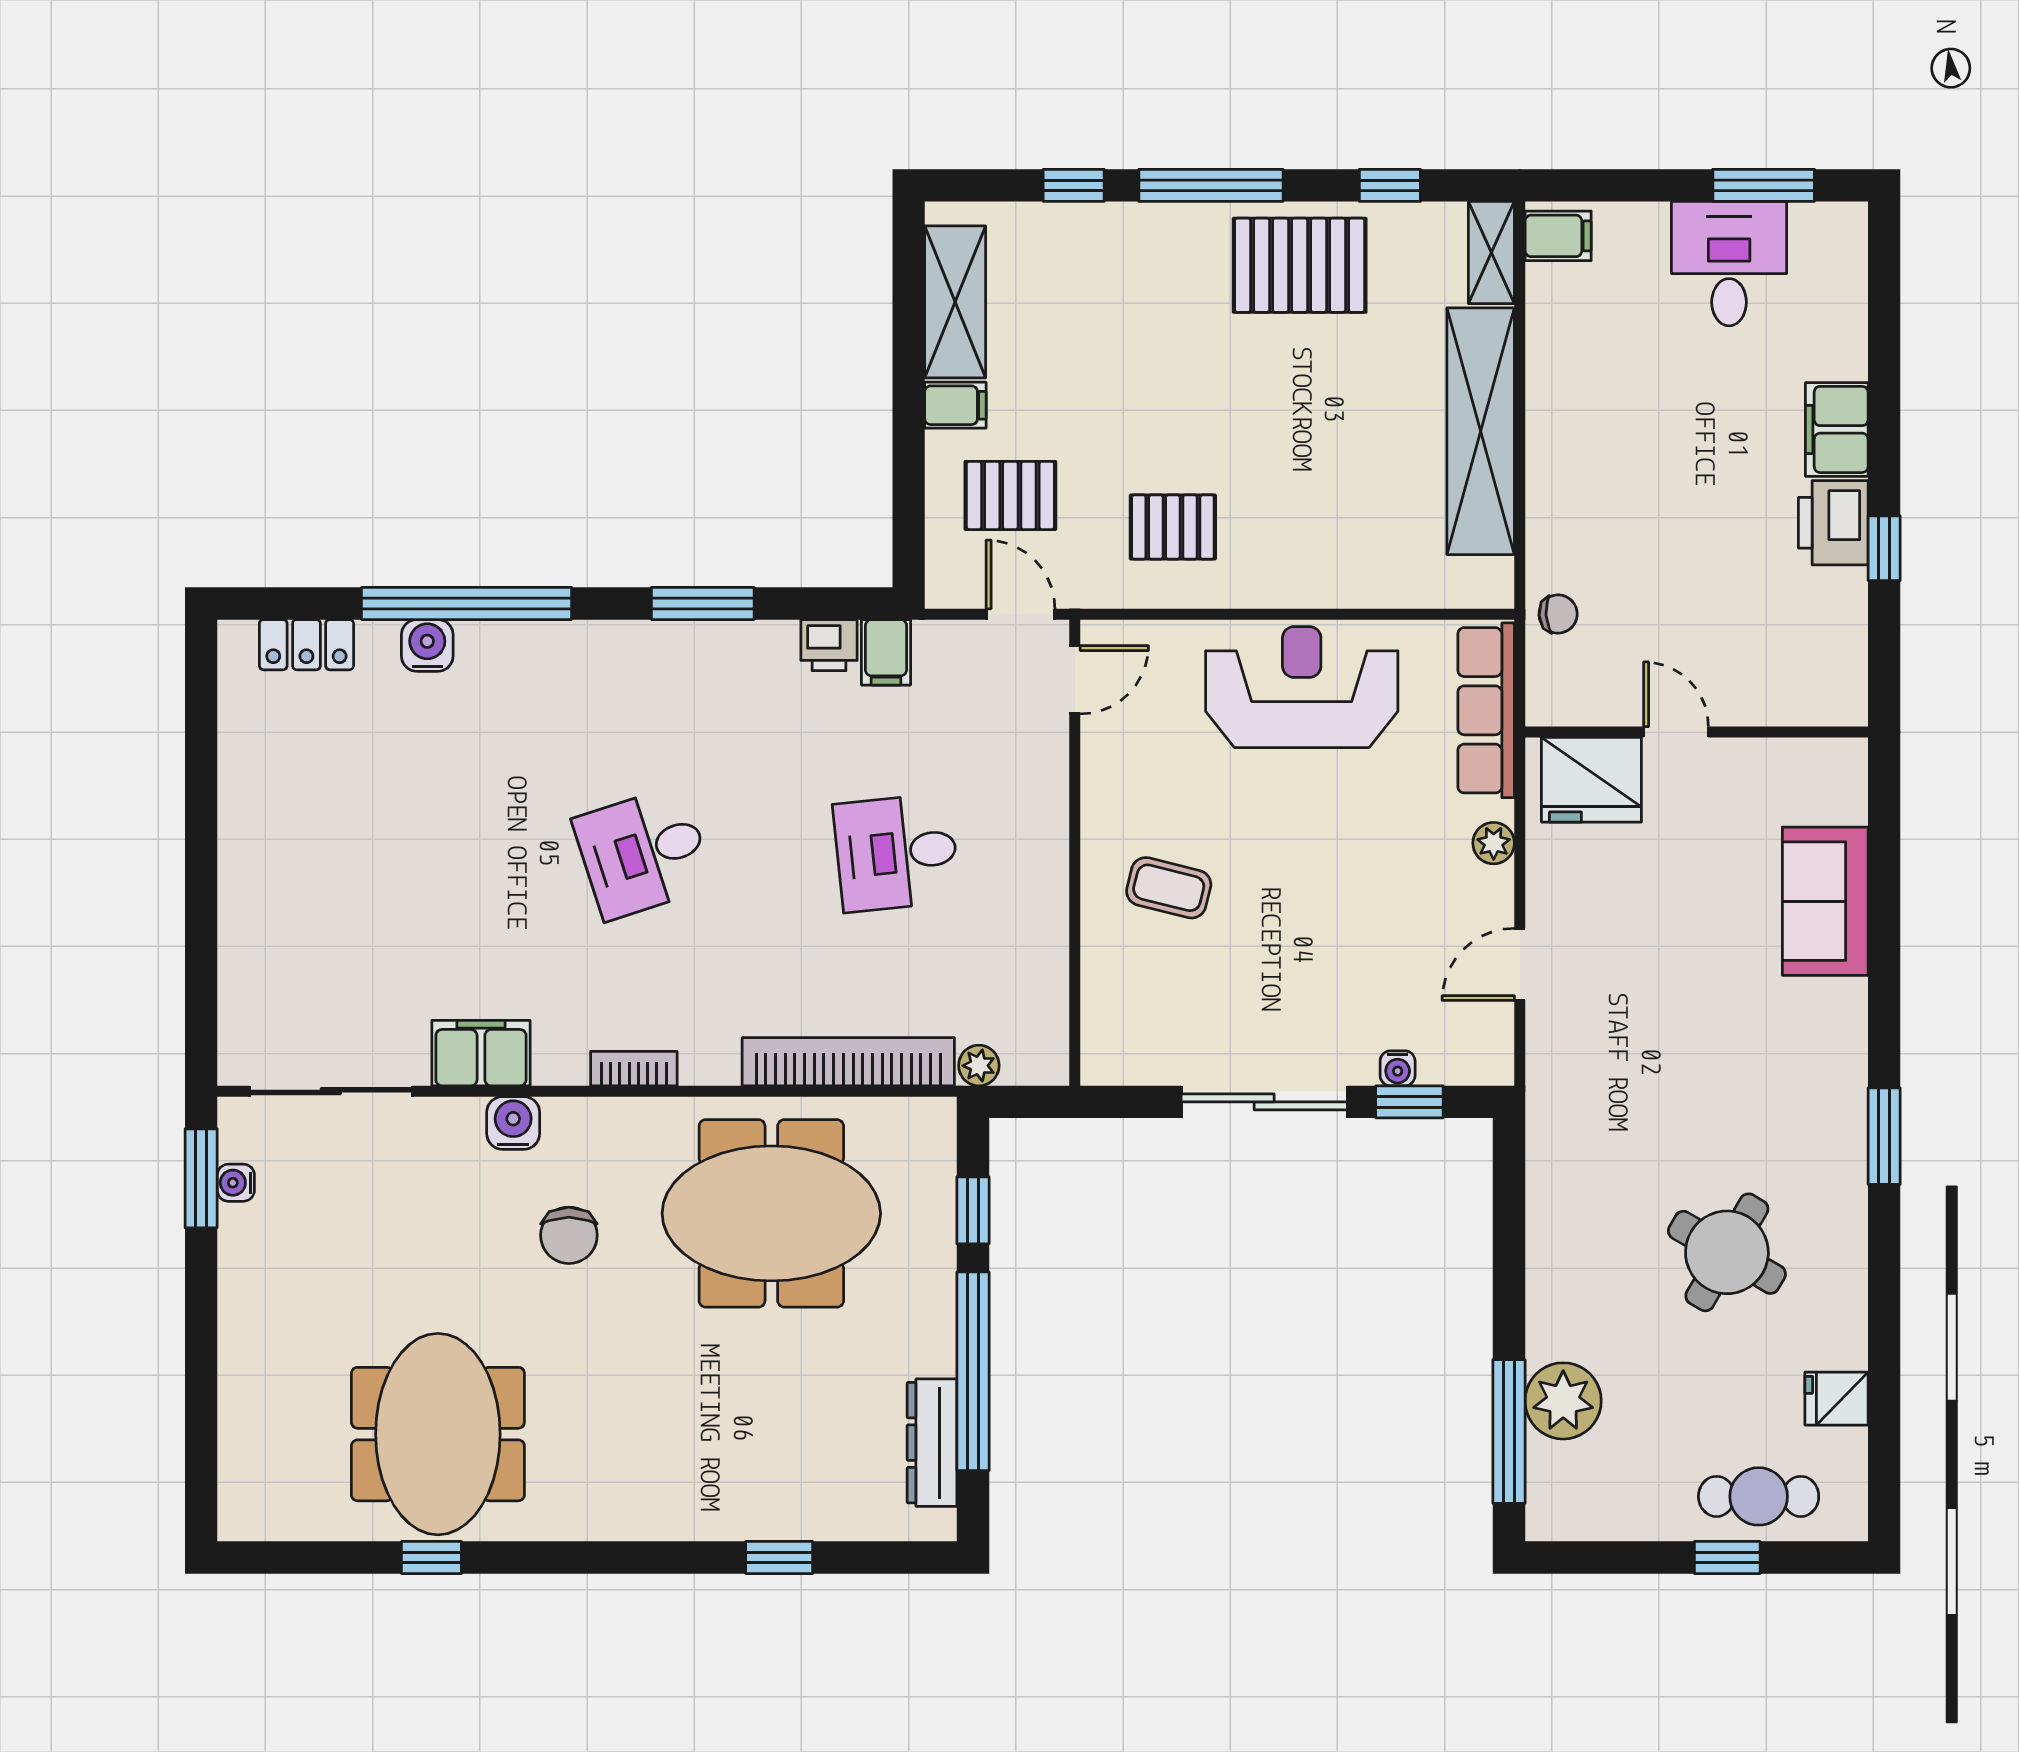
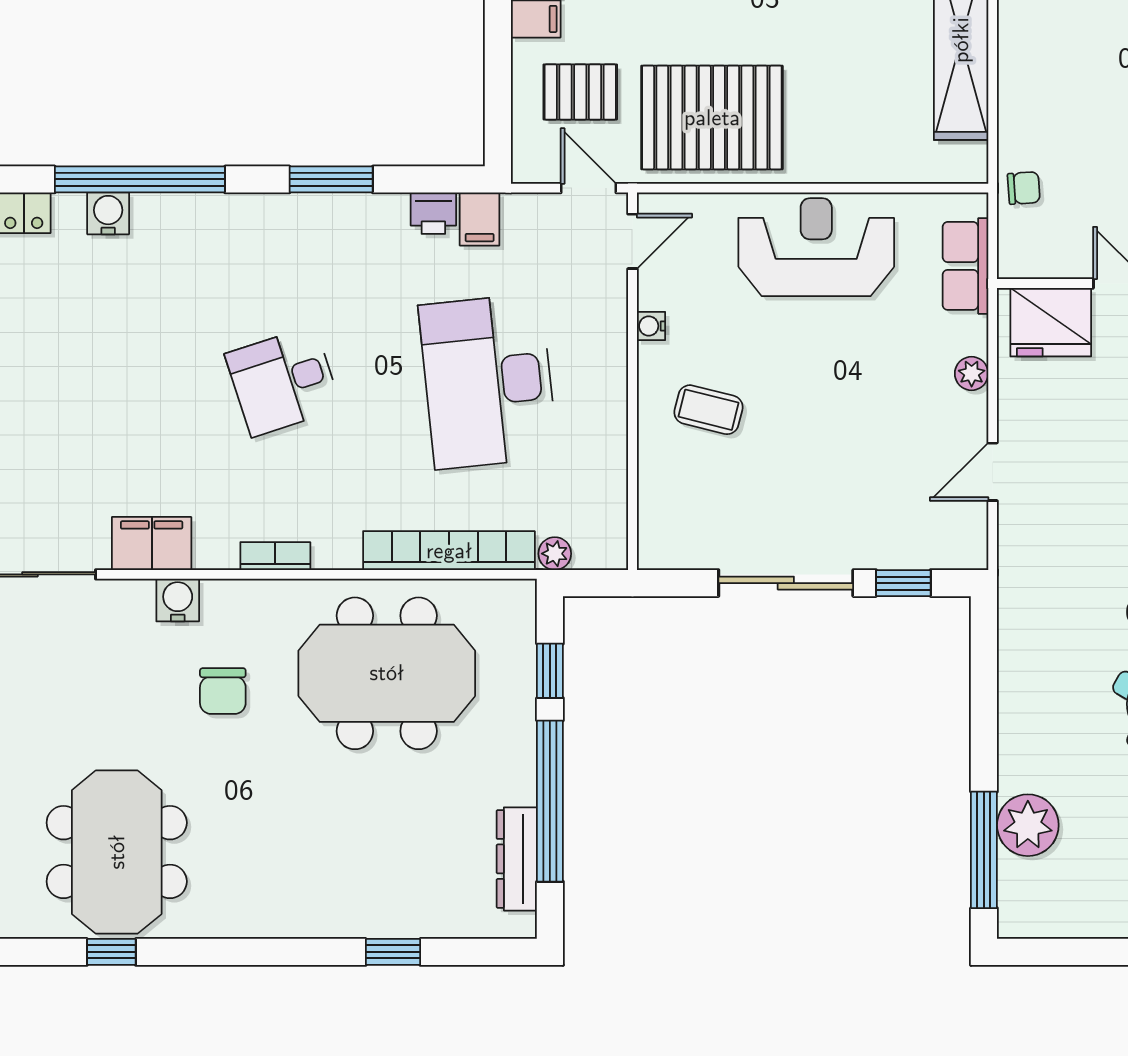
pallet: (1173, 527) -> (712, 118), width x2.05, depth x2.00
row of seats: (1486, 710) -> (965, 266), width x0.68
desk: (896, 853) -> (488, 381), width x1.87, depth x1.30
water cooler: (1398, 1068) -> (651, 326), moved, turned 90

